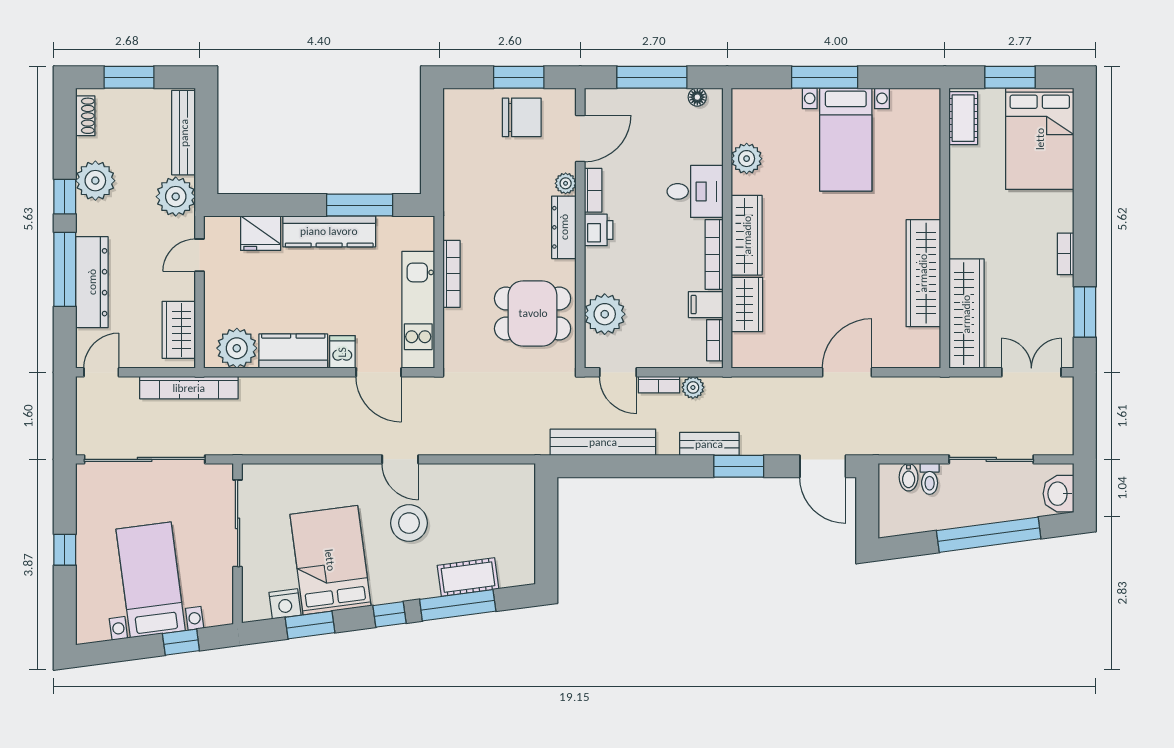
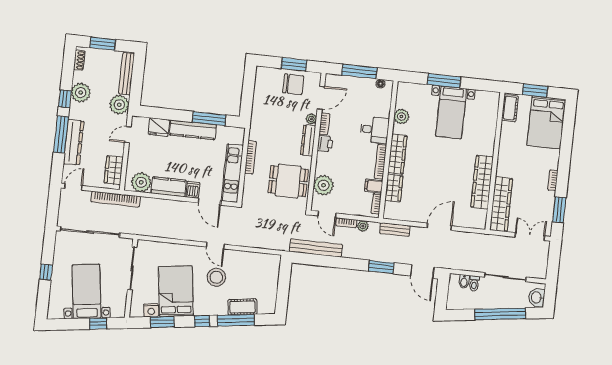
bench: (709, 444) -> (395, 230), moved

